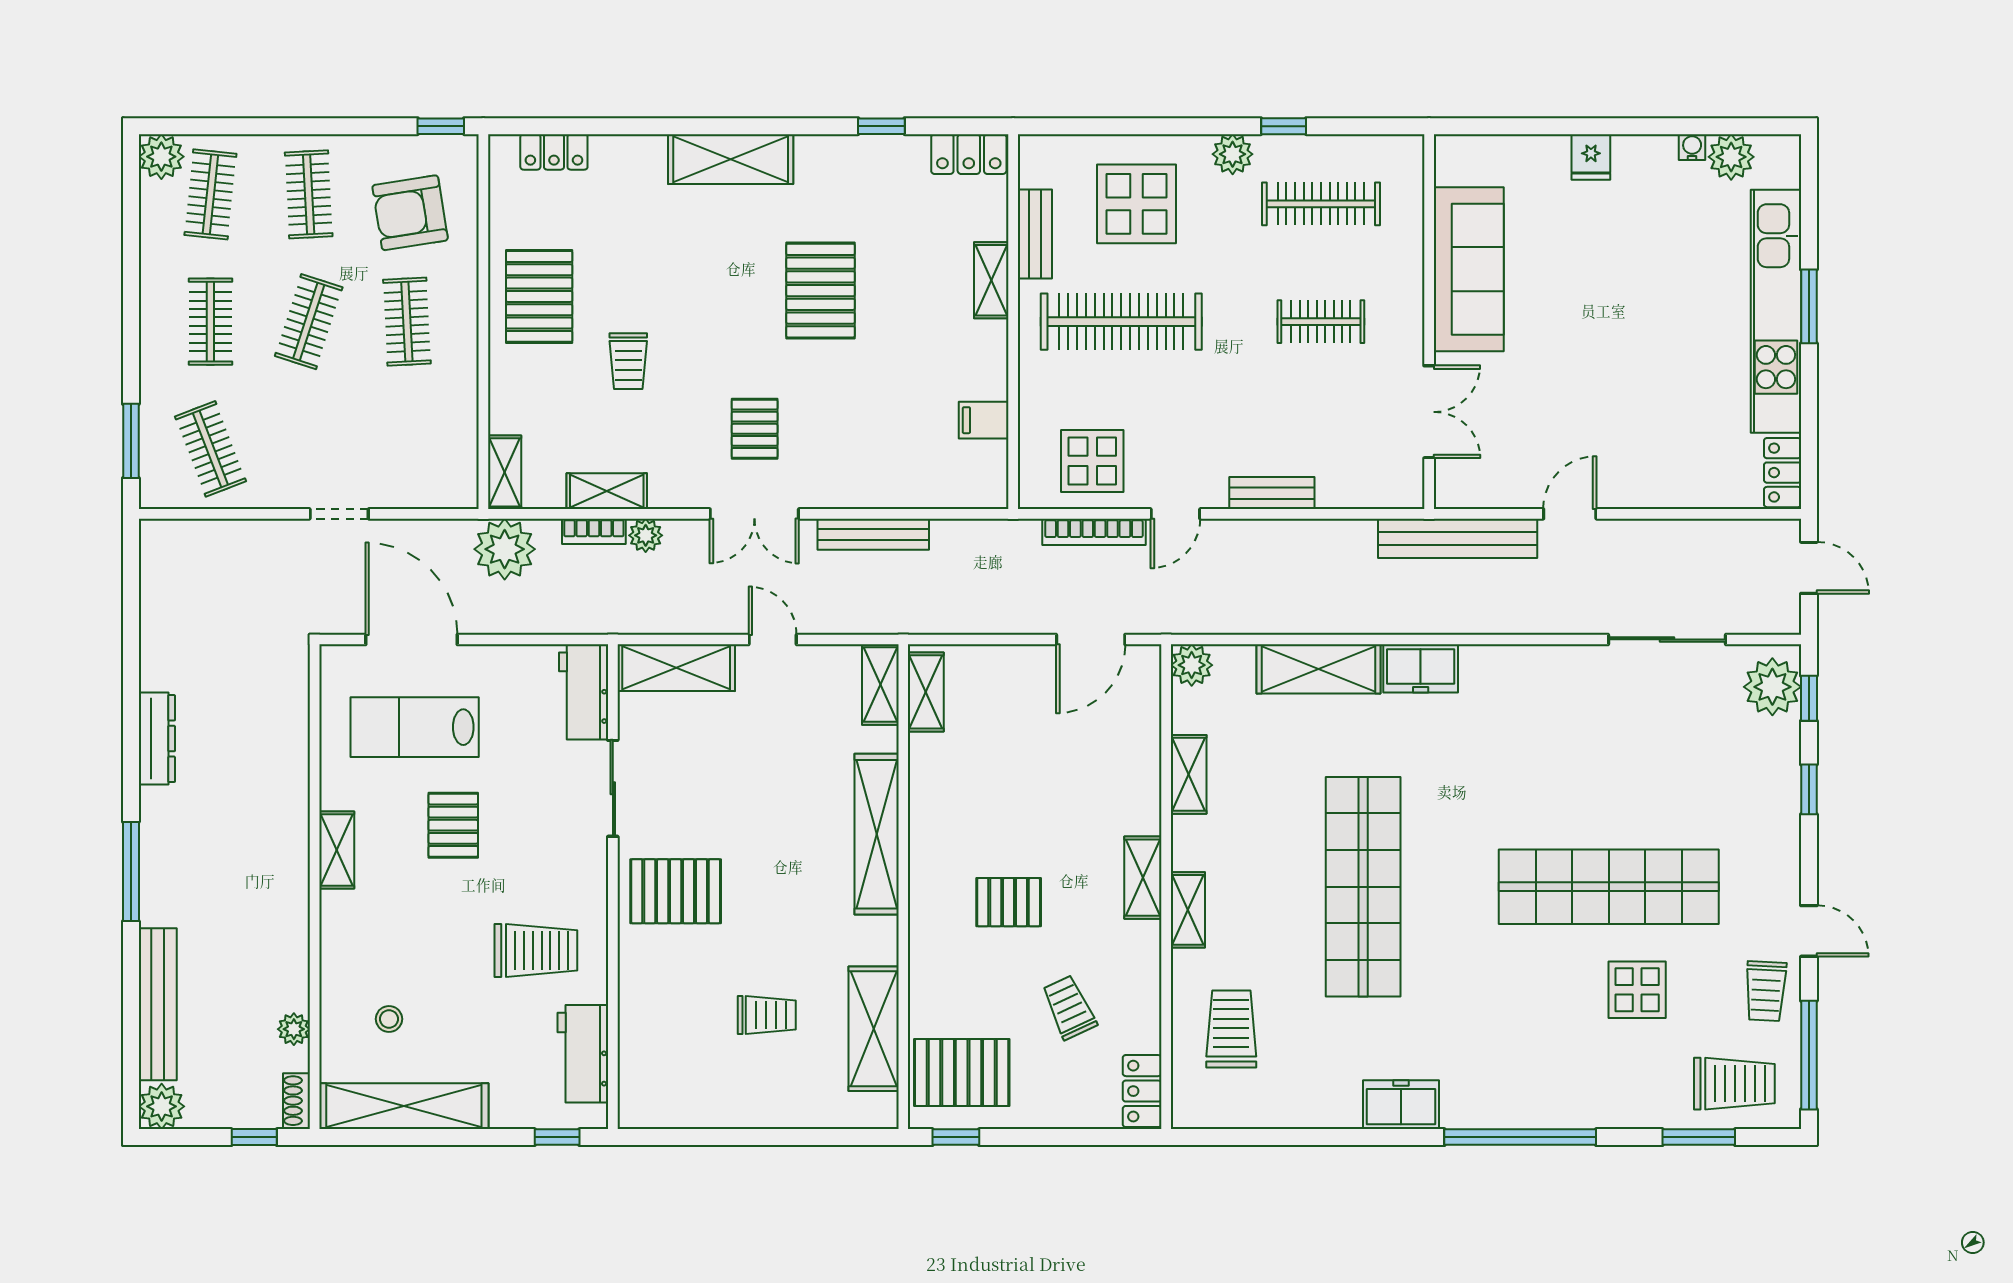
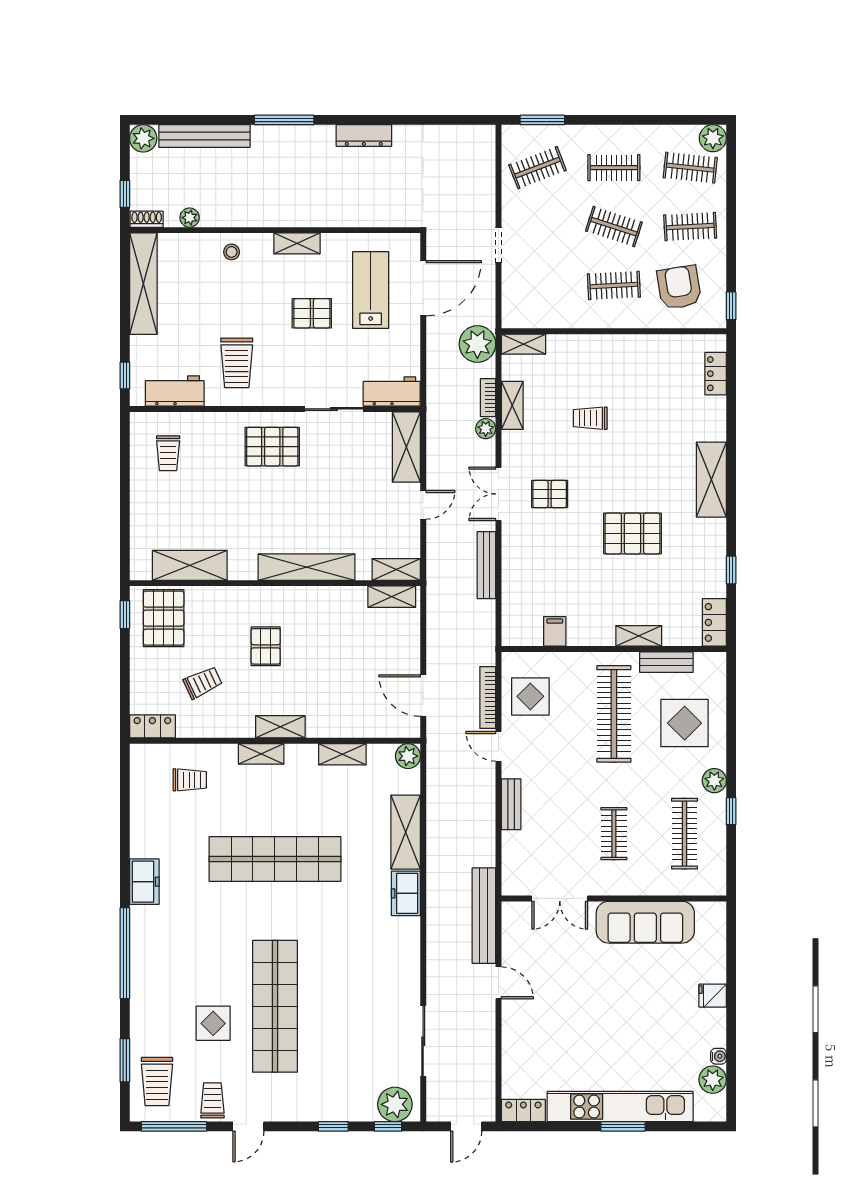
pallet: (539, 296) -> (629, 365), removed
pallet: (676, 891) -> (272, 447), turned 90
trolley: (1766, 991) -> (212, 1100), turned 87
trolley: (767, 1015) -> (168, 453), moved
stool: (389, 1019) -> (232, 252), moved
trolley: (1231, 1029) -> (190, 780), width x0.73, depth x0.72

